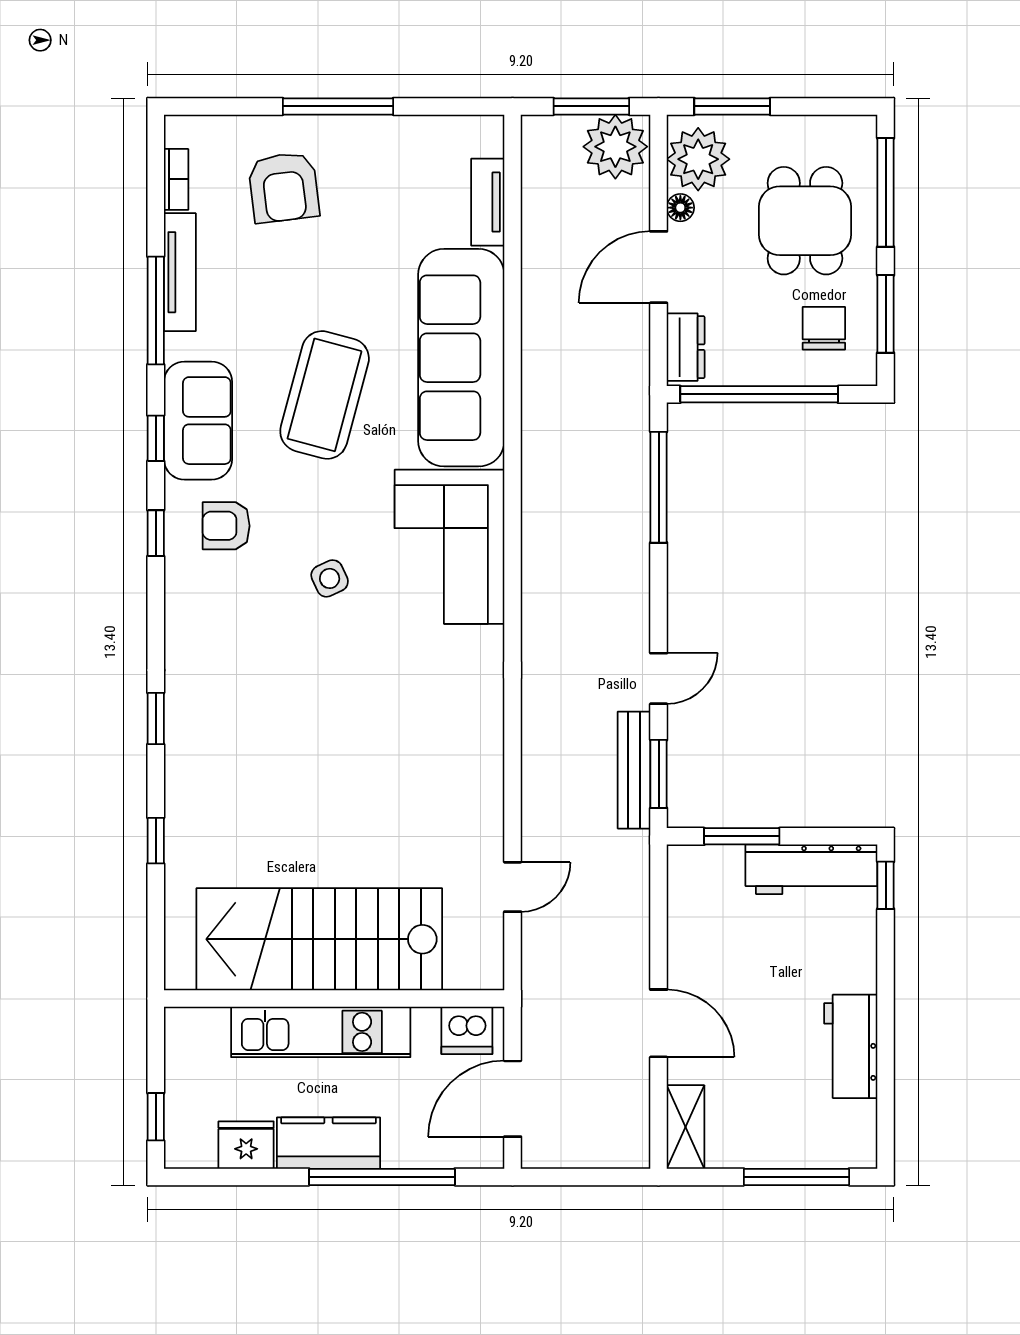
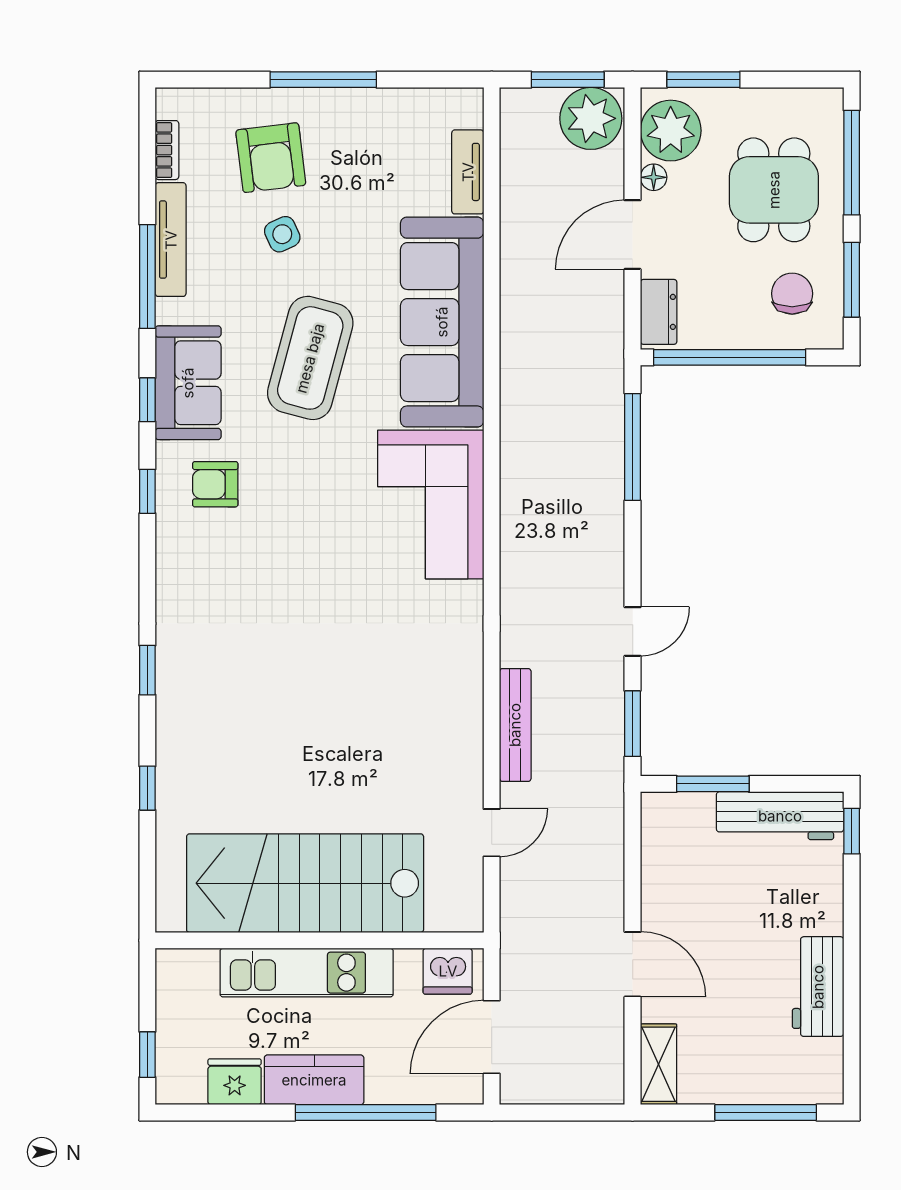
side table: (330, 578) -> (282, 234), moved
bench: (634, 770) -> (515, 725), moved

